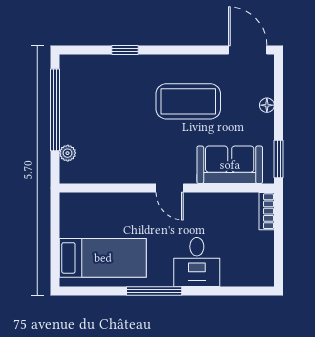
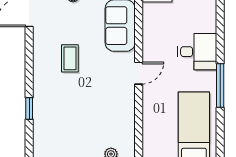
coffee table: (188, 101) -> (70, 58), width x0.54, depth x0.58

